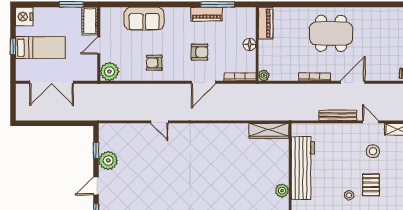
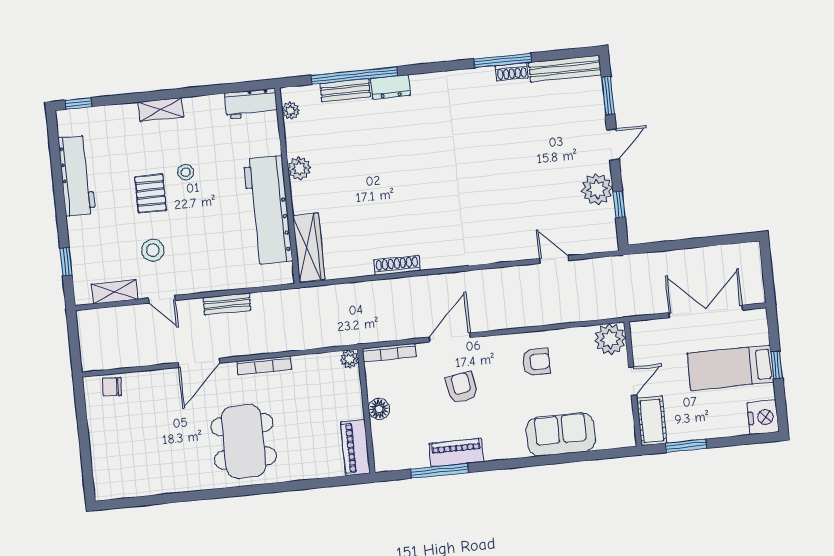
dining table: (331, 33) -> (244, 441), turned 90
armchair: (200, 52) -> (462, 387), turned 81
bench: (338, 115) -> (227, 304), width x0.73
door: (160, 122) -> (554, 259), moved
shoe rack: (230, 128) -> (397, 265), added
wardrobe: (269, 131) -> (309, 247), moved, turned 90

